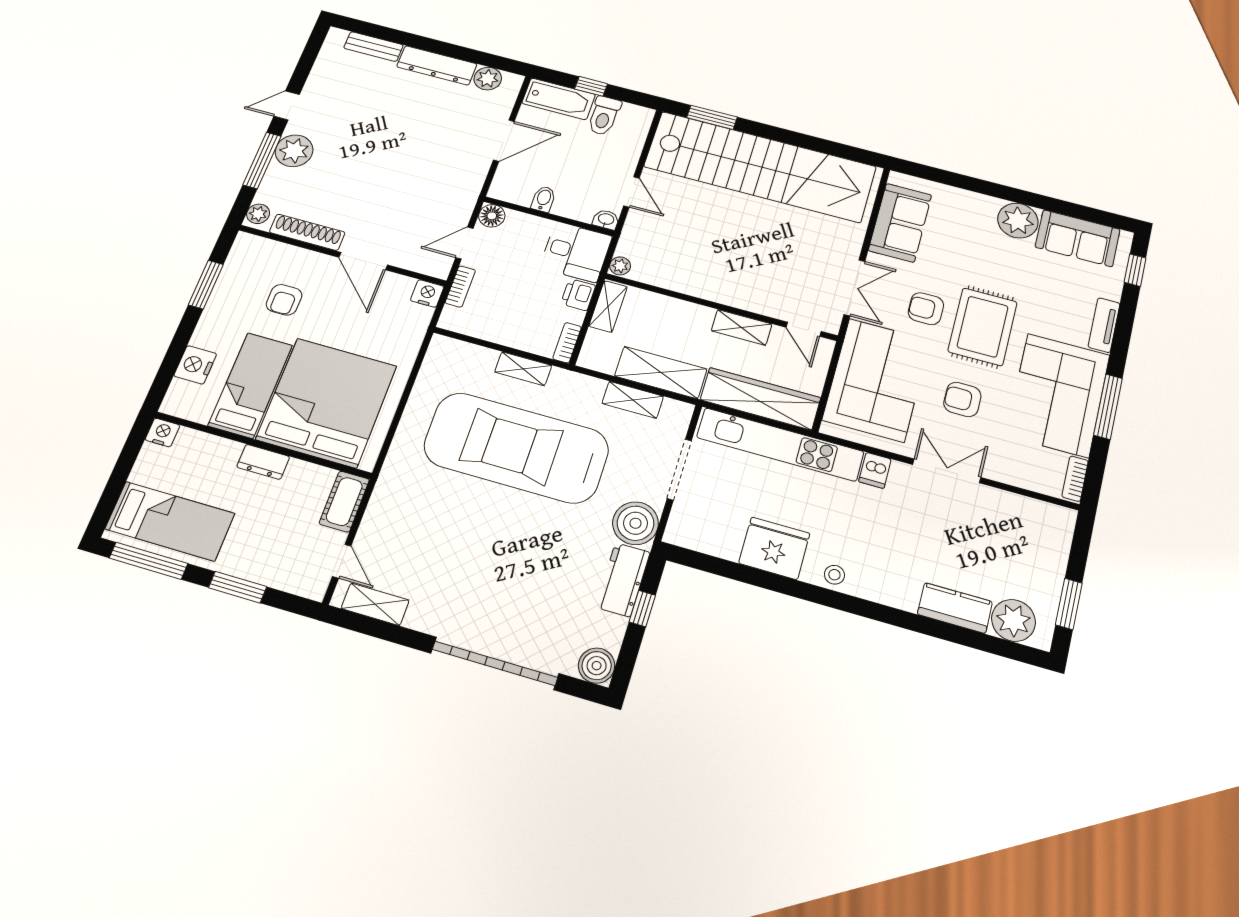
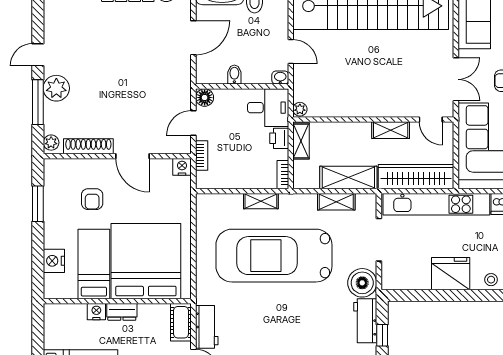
nightstand: (162, 433) -> (96, 312), moved
workbench: (380, 519) -> (207, 327), added

